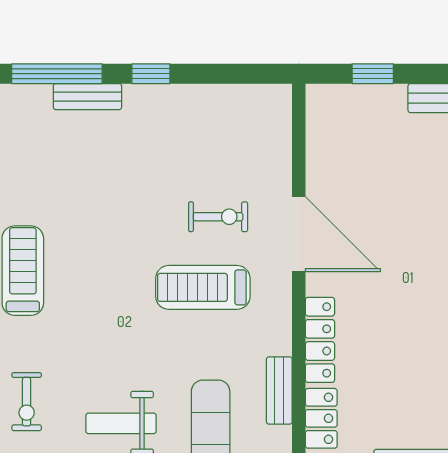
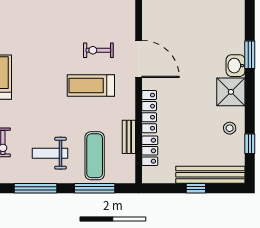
exercise bike: (218, 217) -> (98, 50), turned 180

